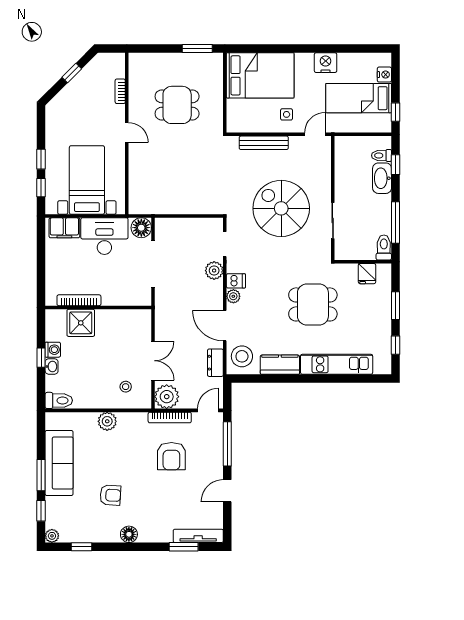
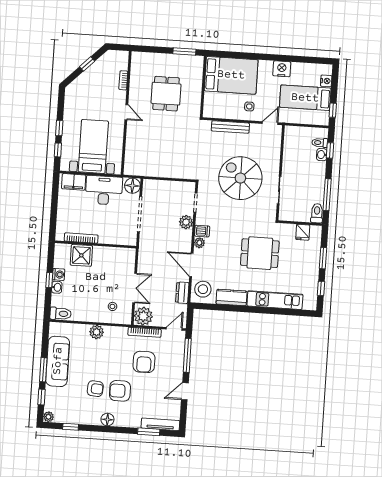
dining table: (177, 105) -> (166, 94), turned 90
washbasin: (382, 178) -> (322, 155), width x0.52, depth x0.69
armchair: (143, 496) -> (120, 391), added

